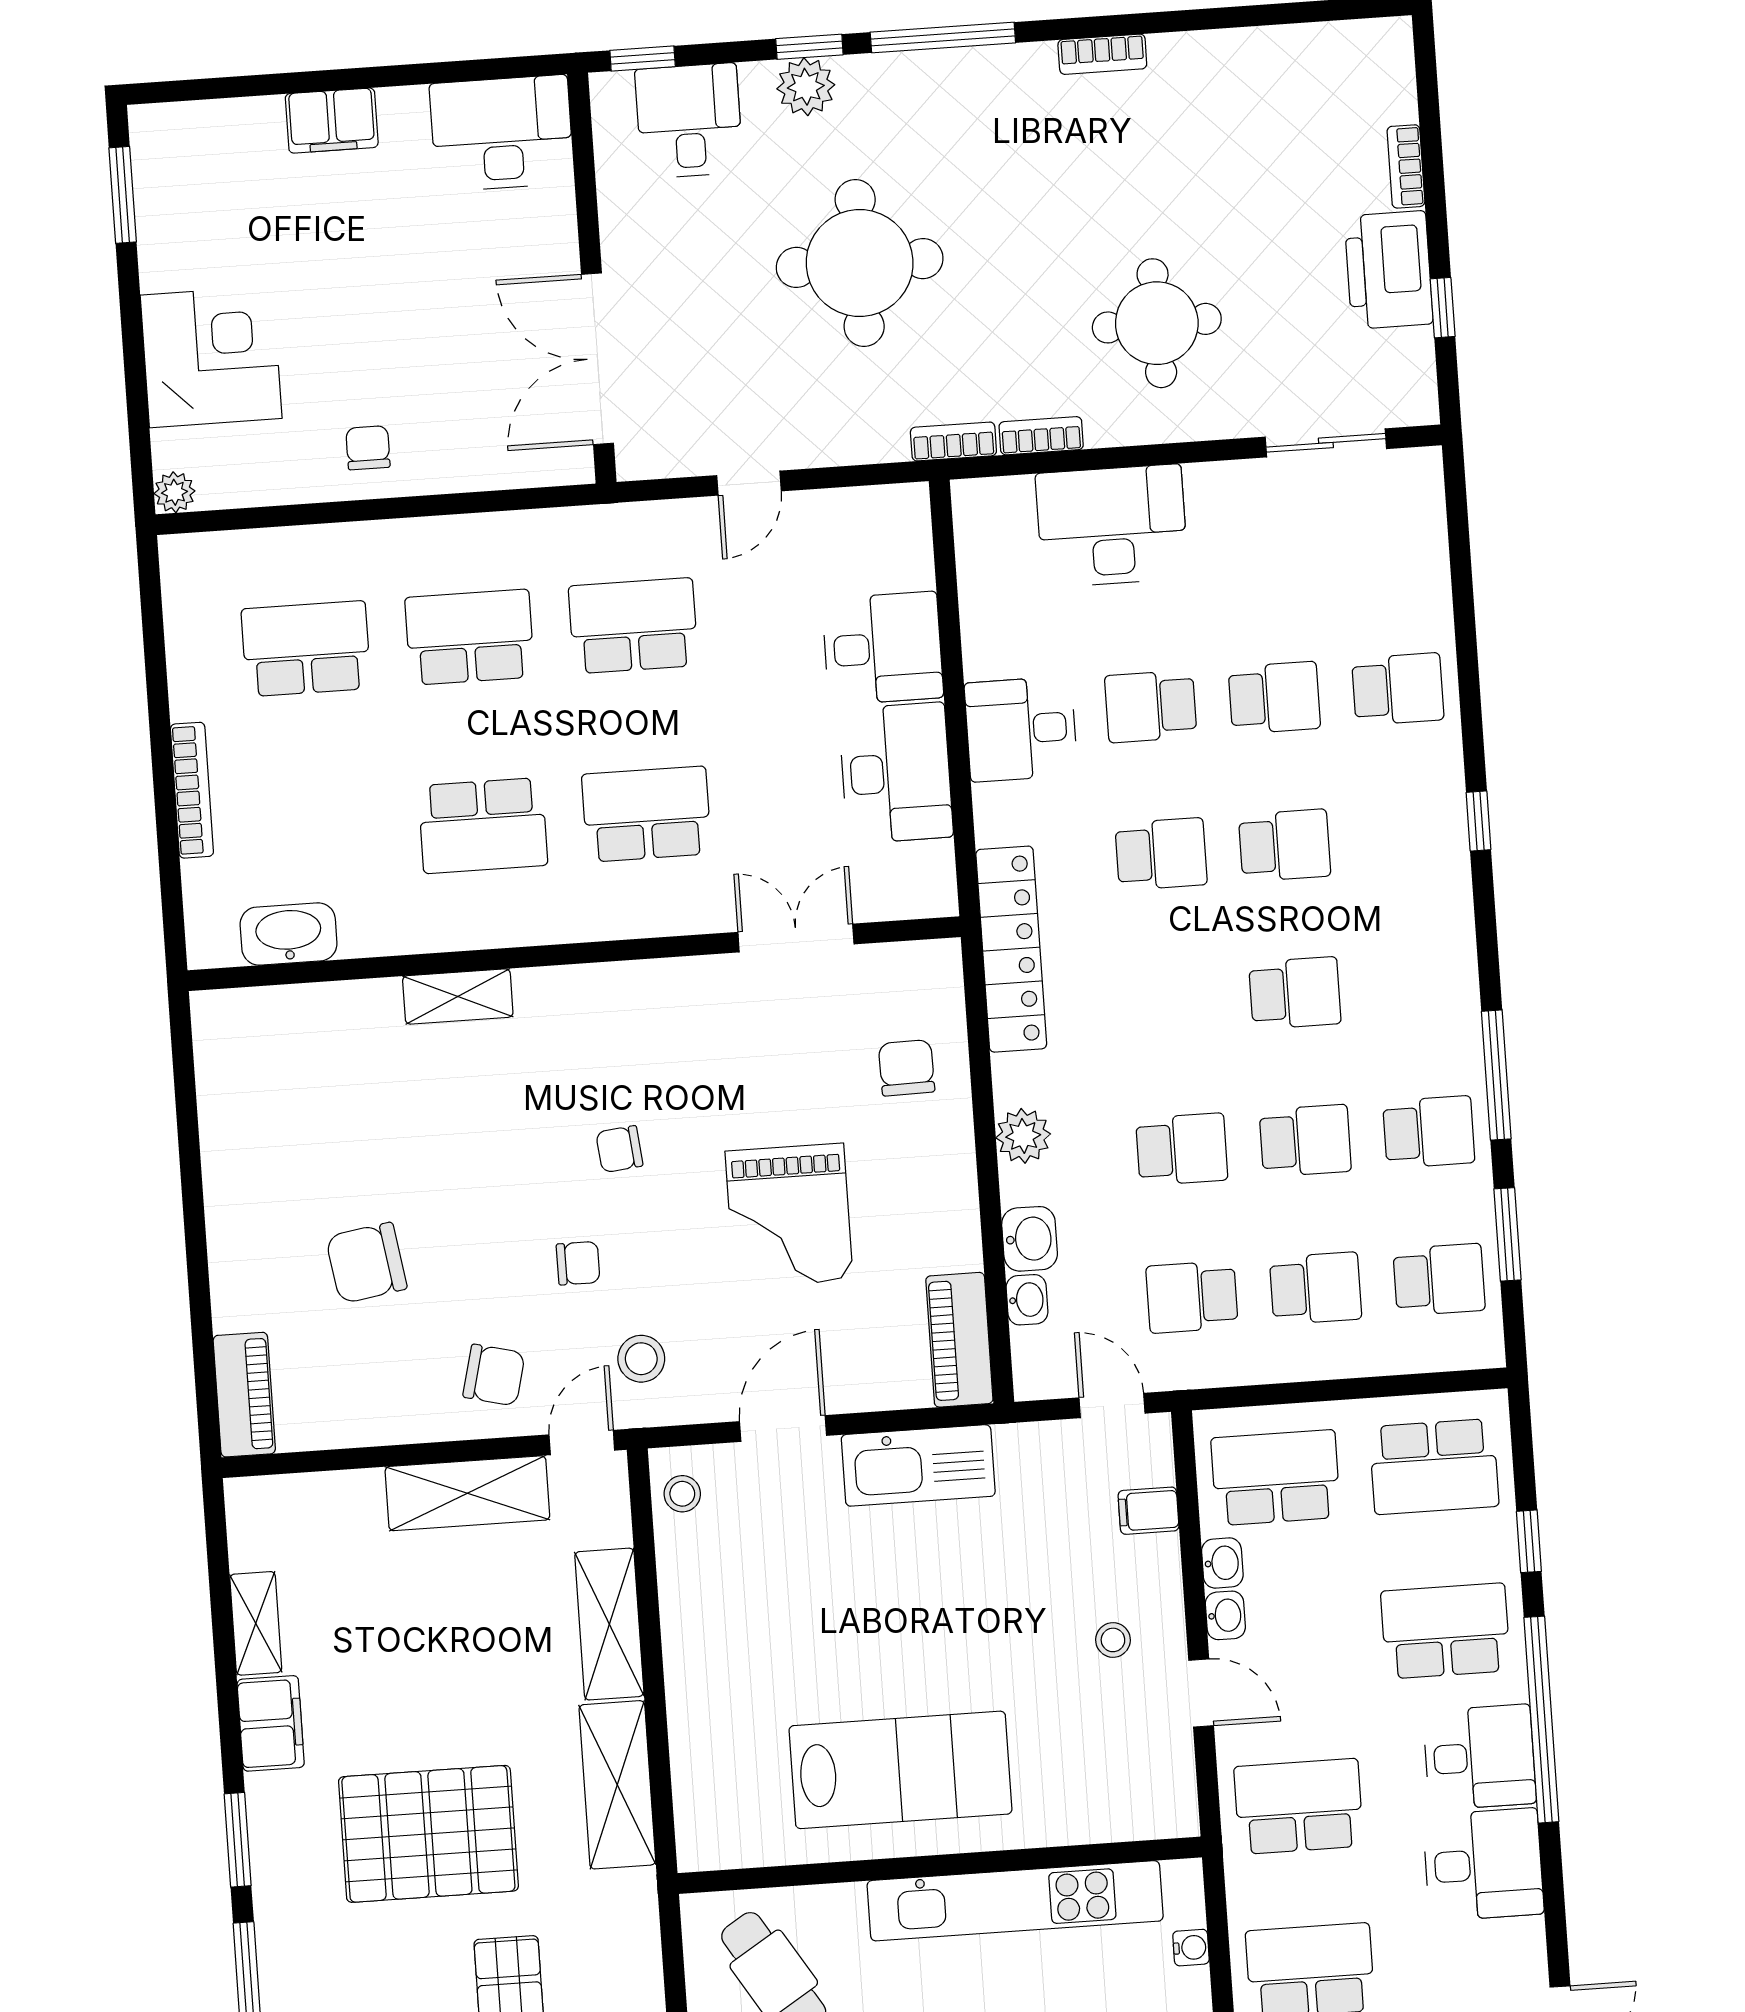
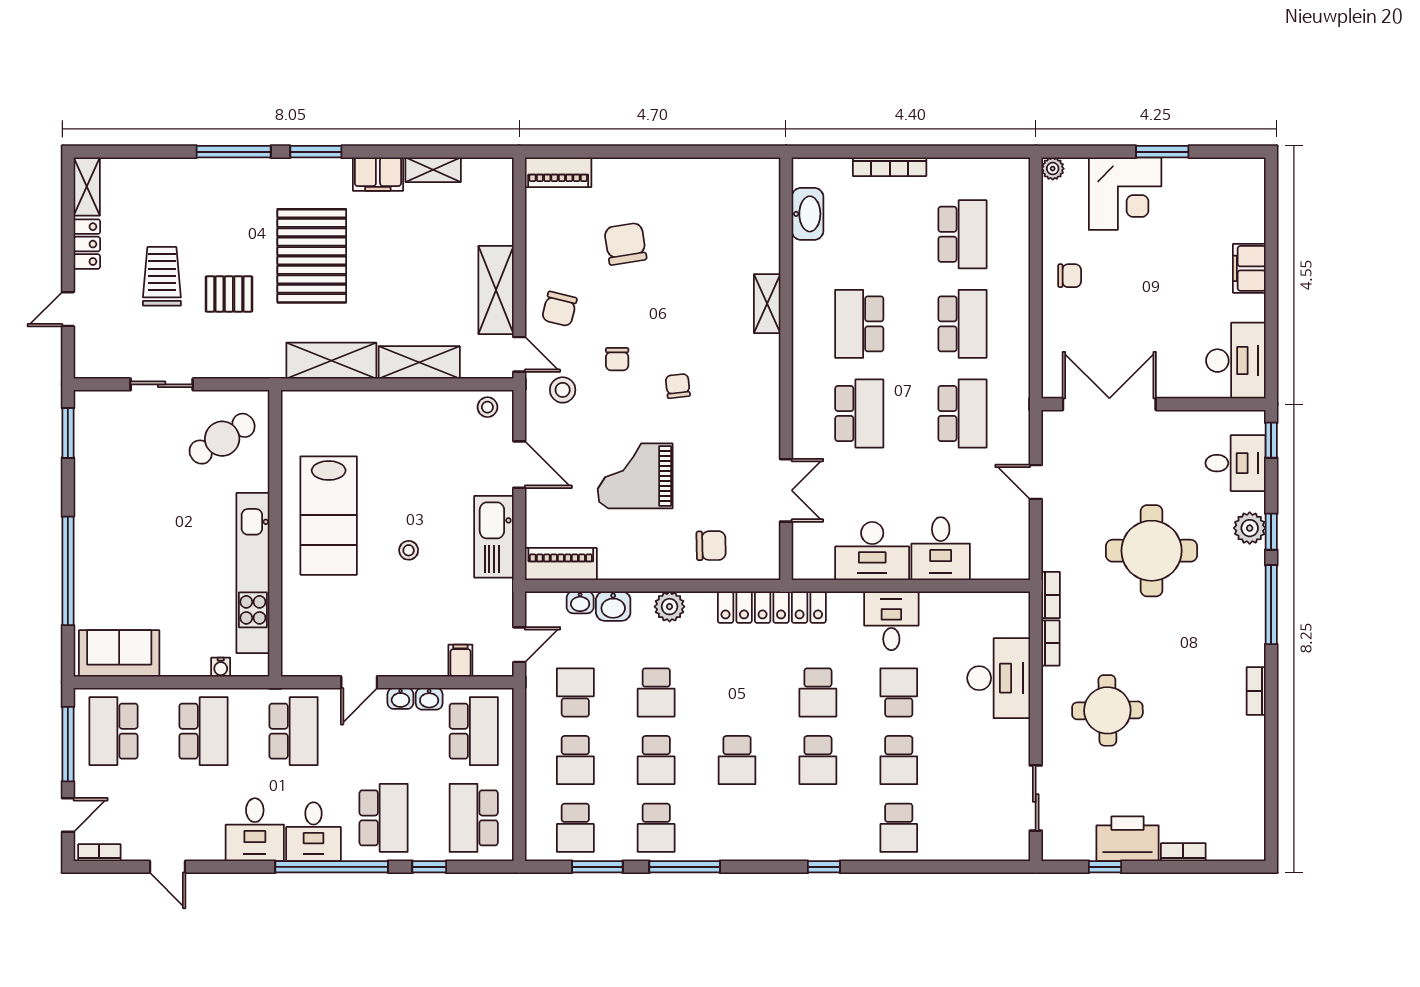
window: (123, 195) -> (1162, 152), moved
stool: (1113, 1640) -> (409, 550), moved

